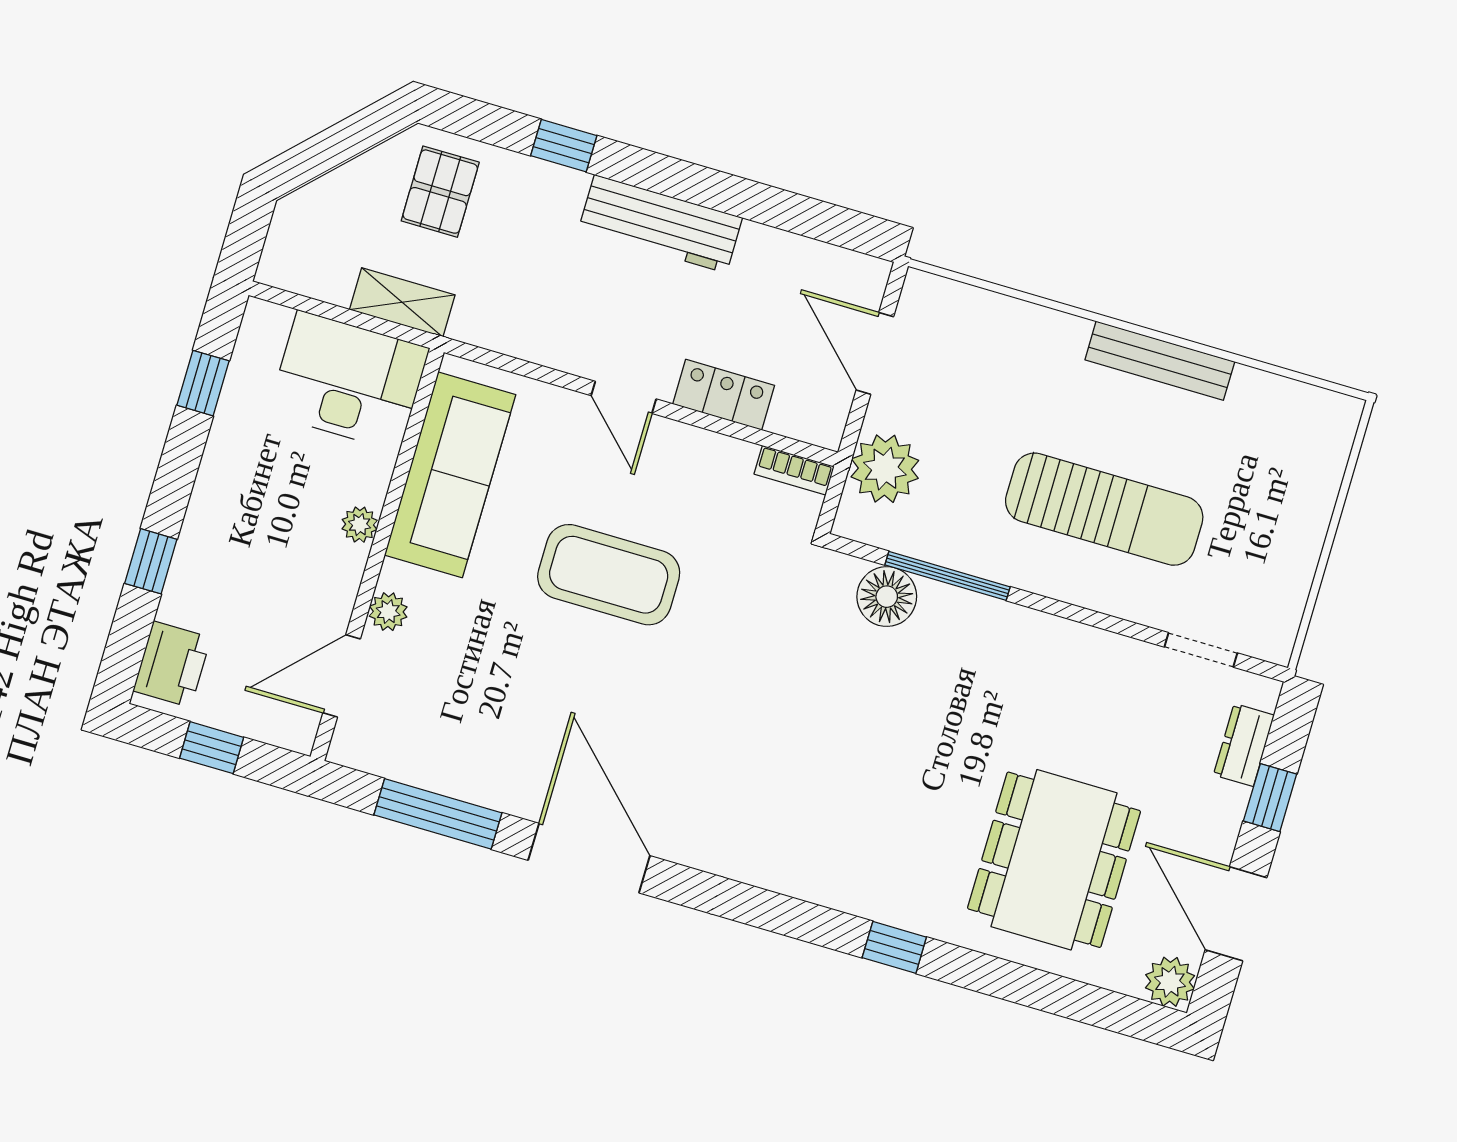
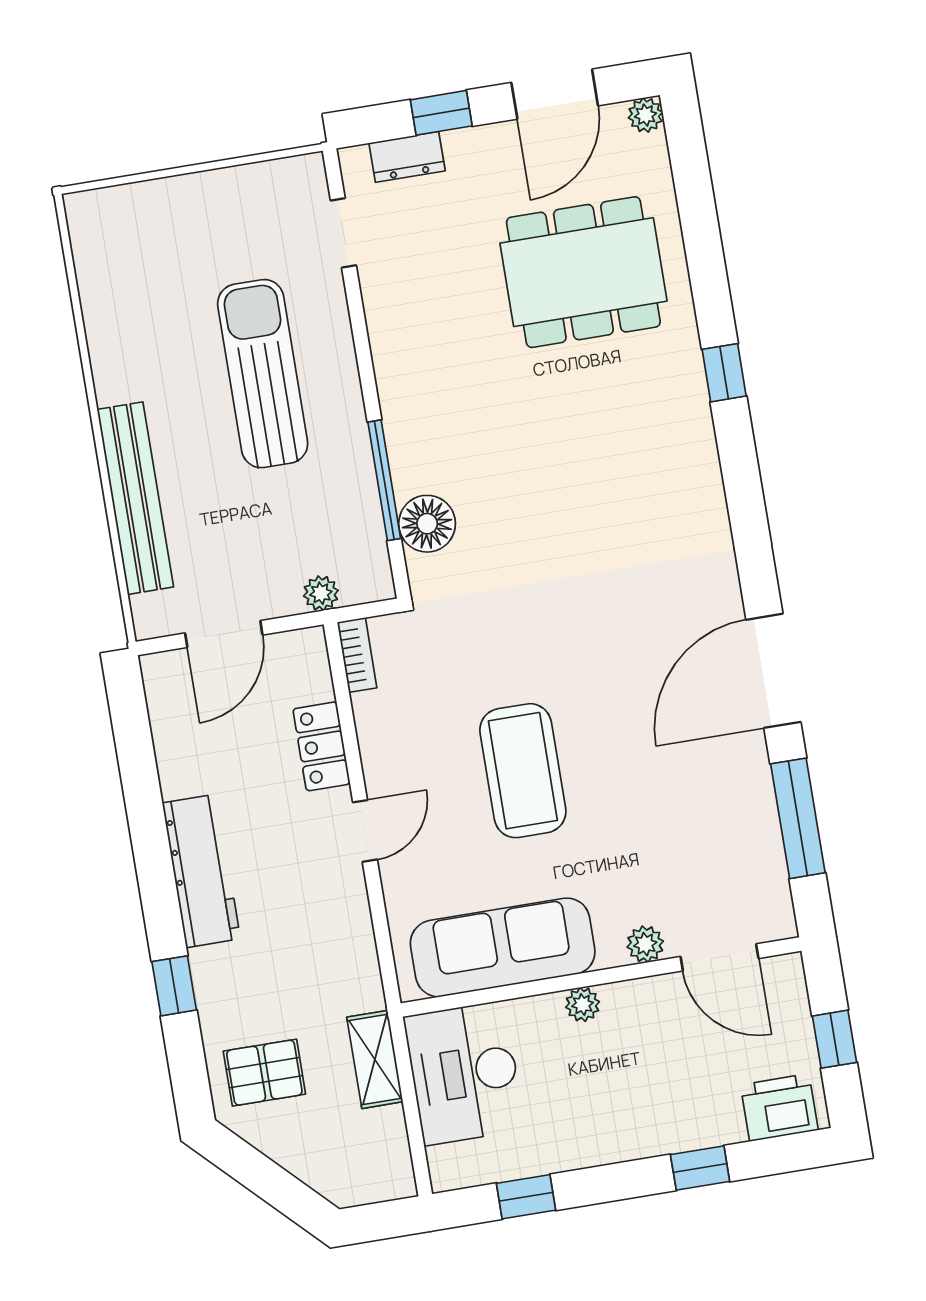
bench: (1160, 361) -> (135, 498), moved, width x1.37, depth x1.21
plant: (885, 469) -> (321, 593), width x0.53, depth x0.53
plant: (1170, 982) -> (645, 115), width x0.73, depth x0.73

